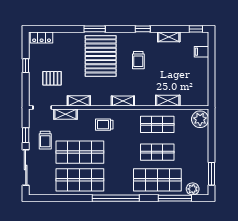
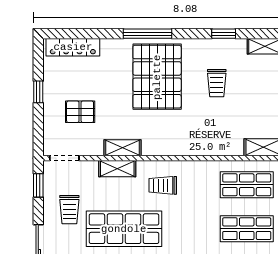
window: (95, 29) -> (147, 34), width x1.44
locker: (42, 37) -> (73, 47), width x1.53
shelving: (123, 101) -> (192, 148), removed
shelving: (65, 114) -> (117, 169), moved
window: (26, 135) -> (38, 185), moved

